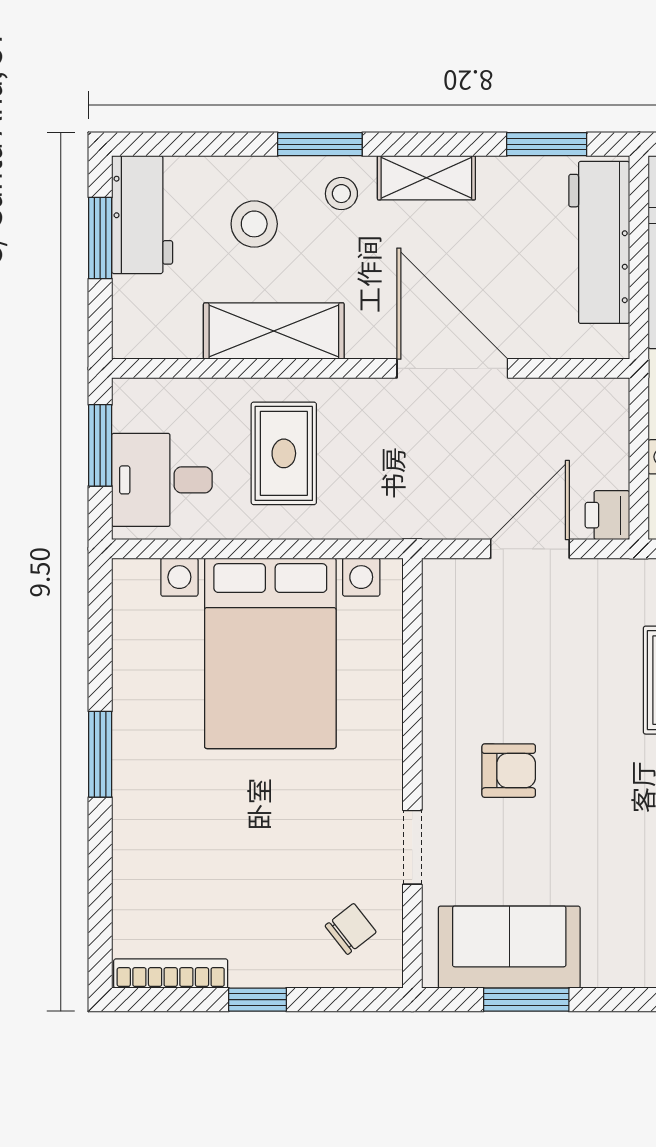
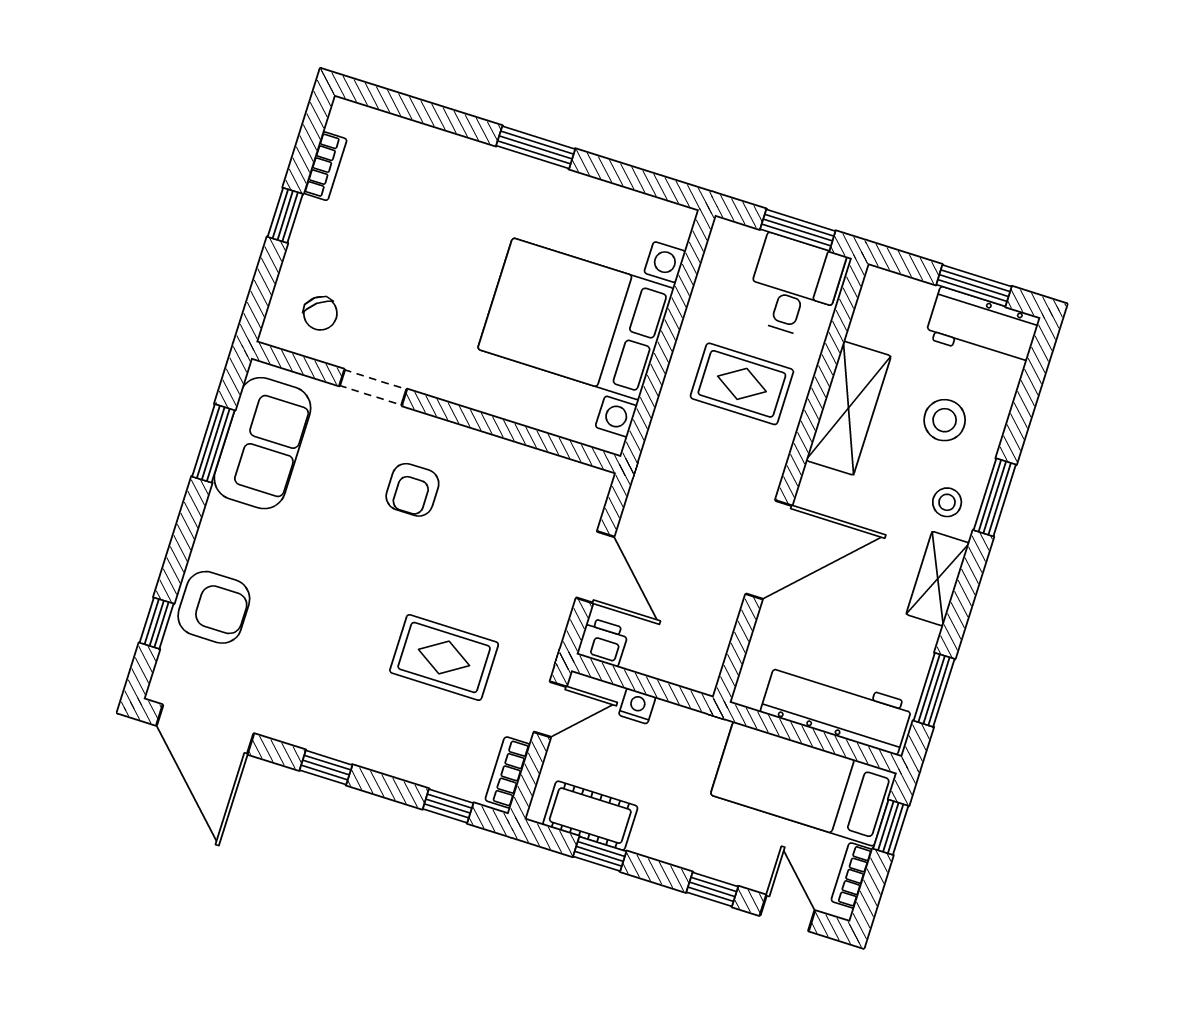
desk: (162, 480) -> (794, 287), moved
bookcase: (171, 974) -> (325, 166), width x0.64

